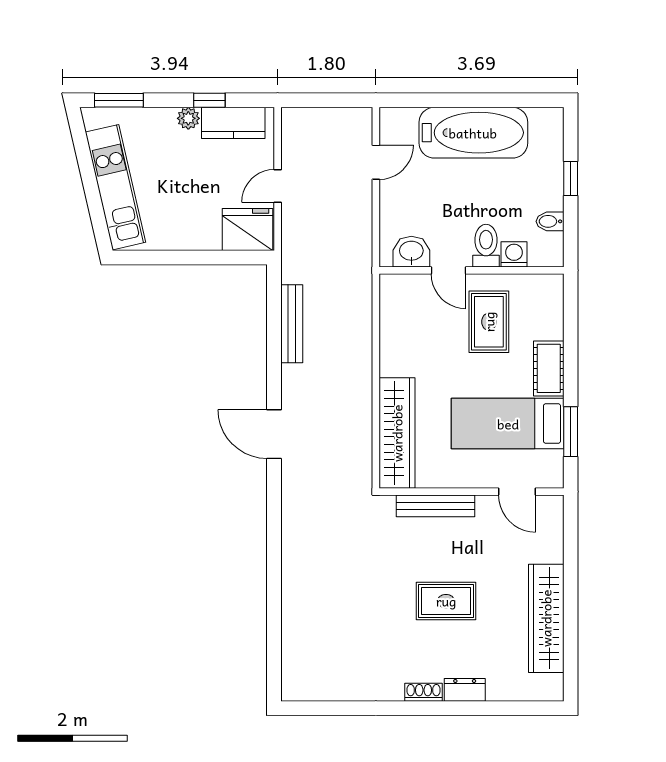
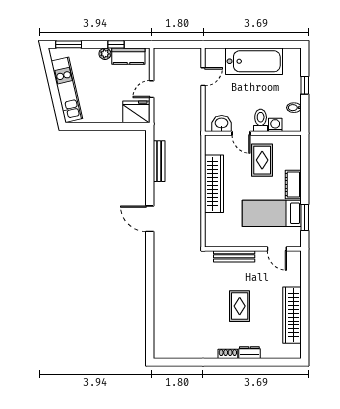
wardrobe: (397, 433) -> (214, 184), moved
rug: (446, 601) -> (240, 306), turned 90

